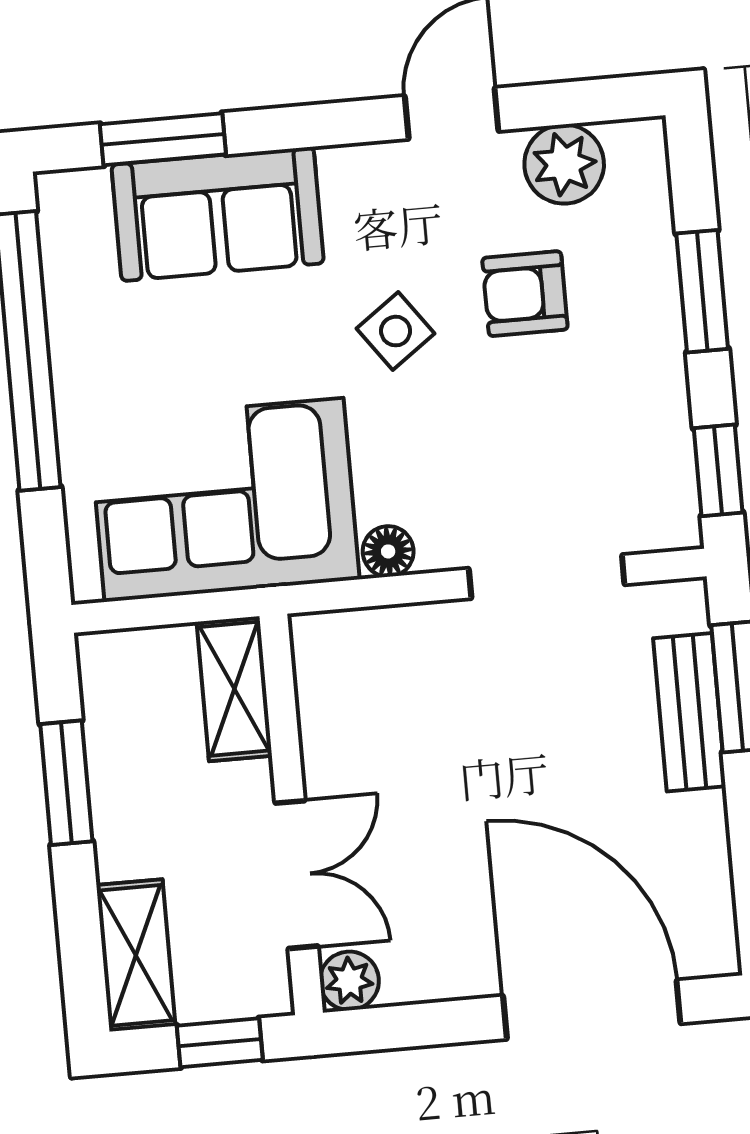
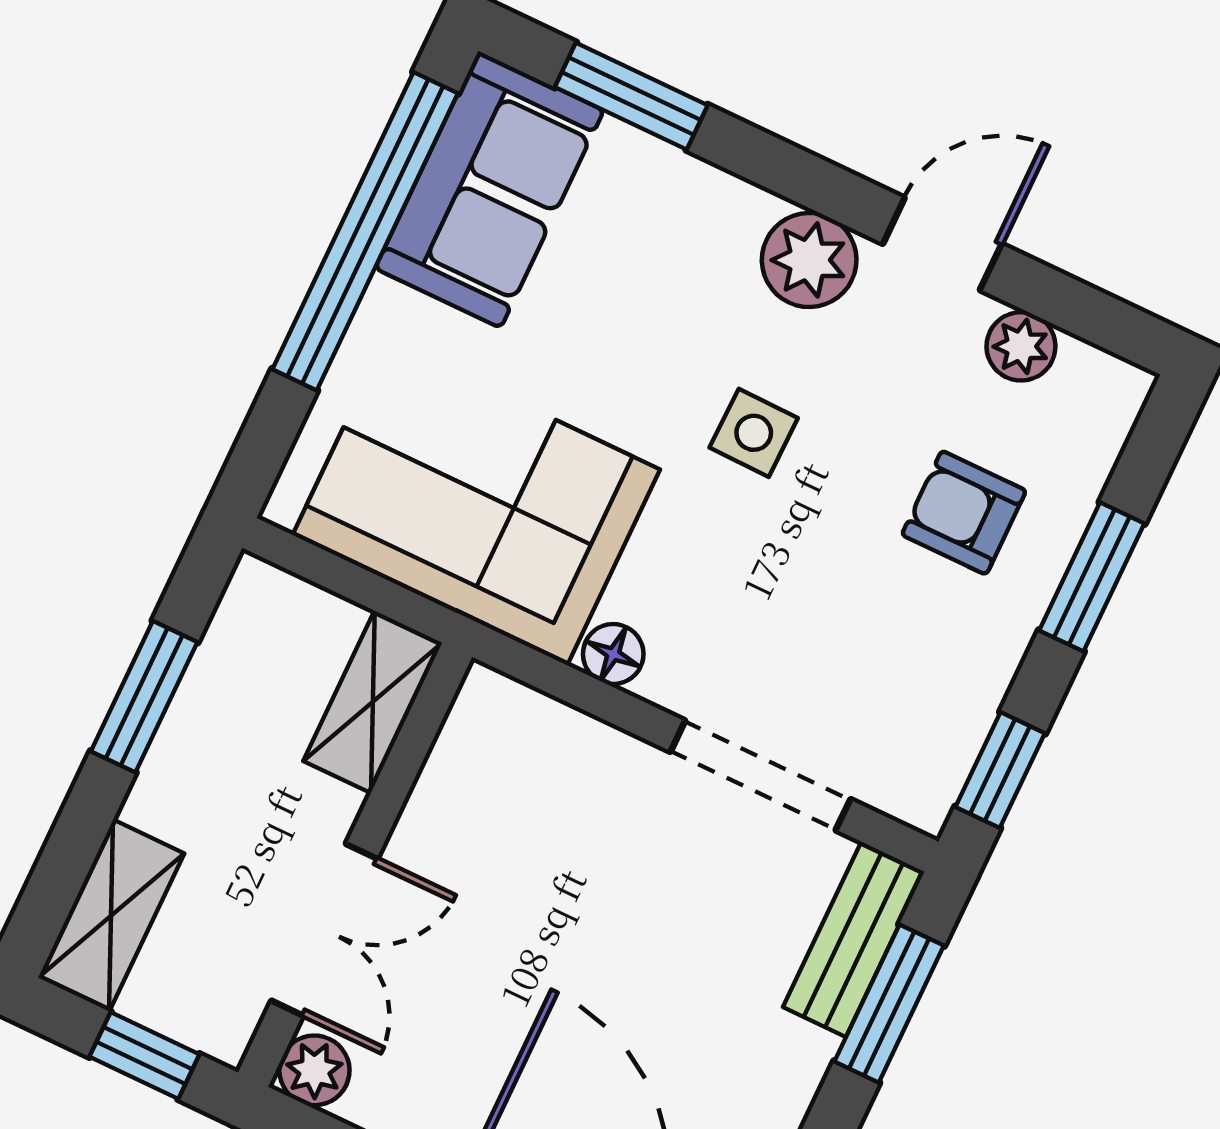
plant: (564, 164) -> (1021, 346), width x0.73, depth x0.73
plant: (362, 182) -> (809, 260), added
sofa: (218, 214) -> (489, 189), moved, turned -90
armchair: (525, 294) -> (964, 513), moved
side table: (396, 331) -> (754, 433), turned 37
bench: (689, 712) -> (854, 939), moved

